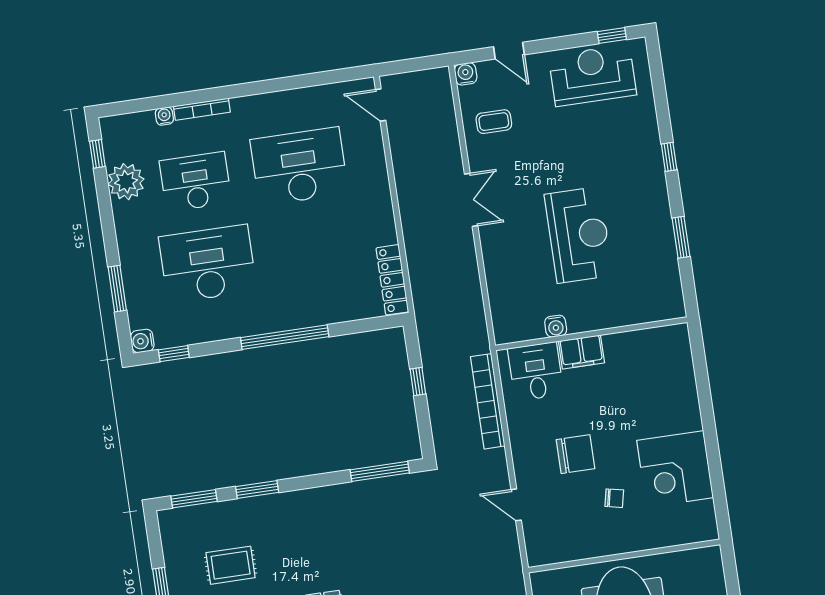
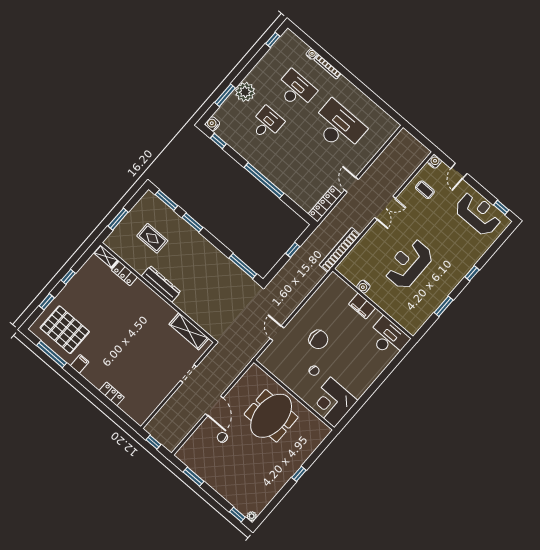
door: (381, 105) -> (351, 185), moved
plant: (126, 182) -> (245, 92), moved
reception desk: (579, 235) -> (409, 264), turned 180
desk: (208, 264) -> (267, 123), width x0.53, depth x0.77
desk: (536, 371) -> (388, 338), moved, width x1.37
bookcase: (488, 401) -> (340, 250), moved
corner desk: (675, 469) -> (332, 402), moved

